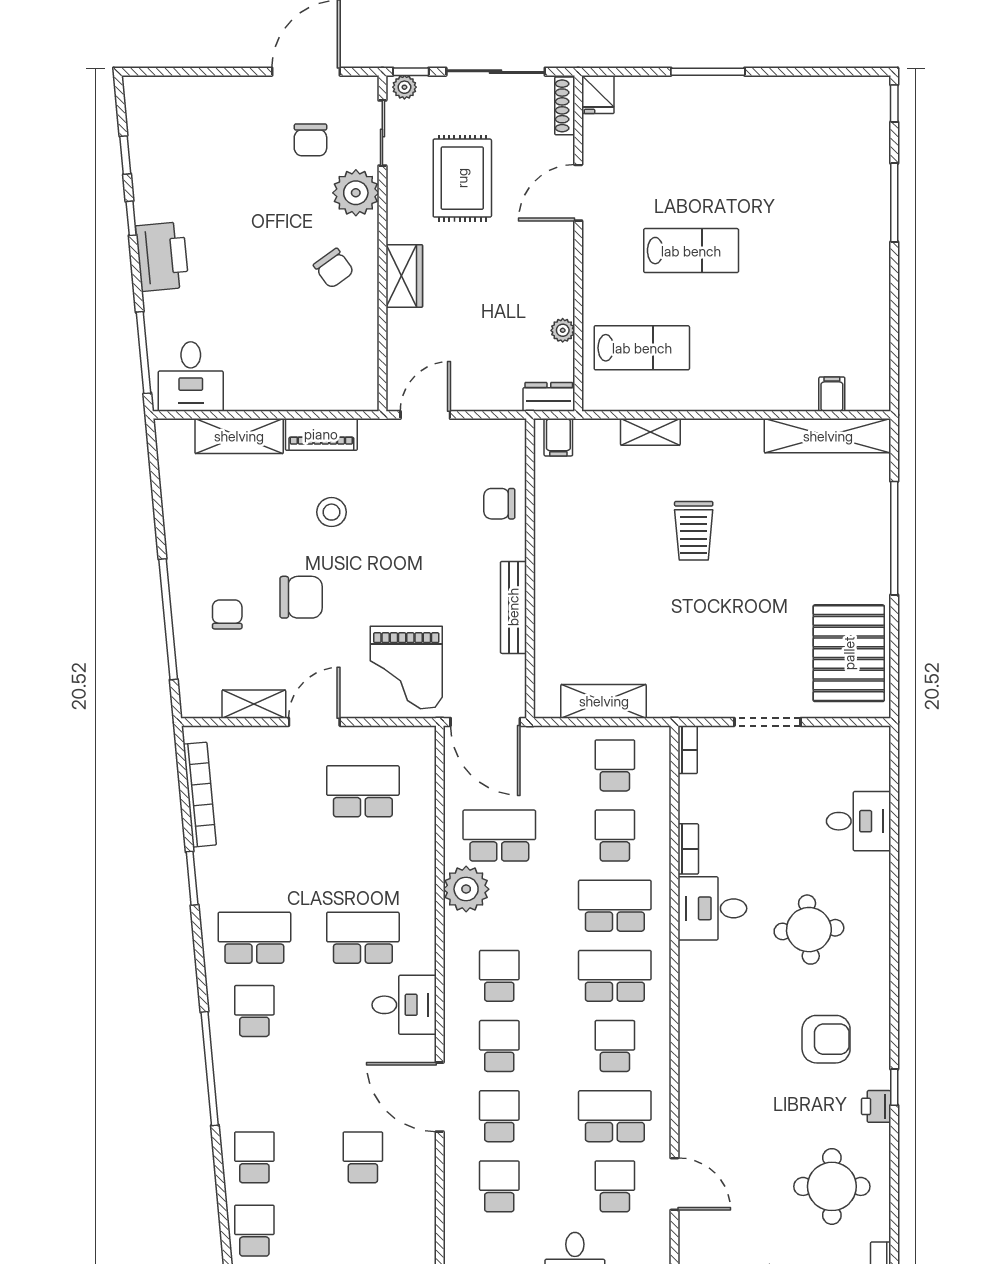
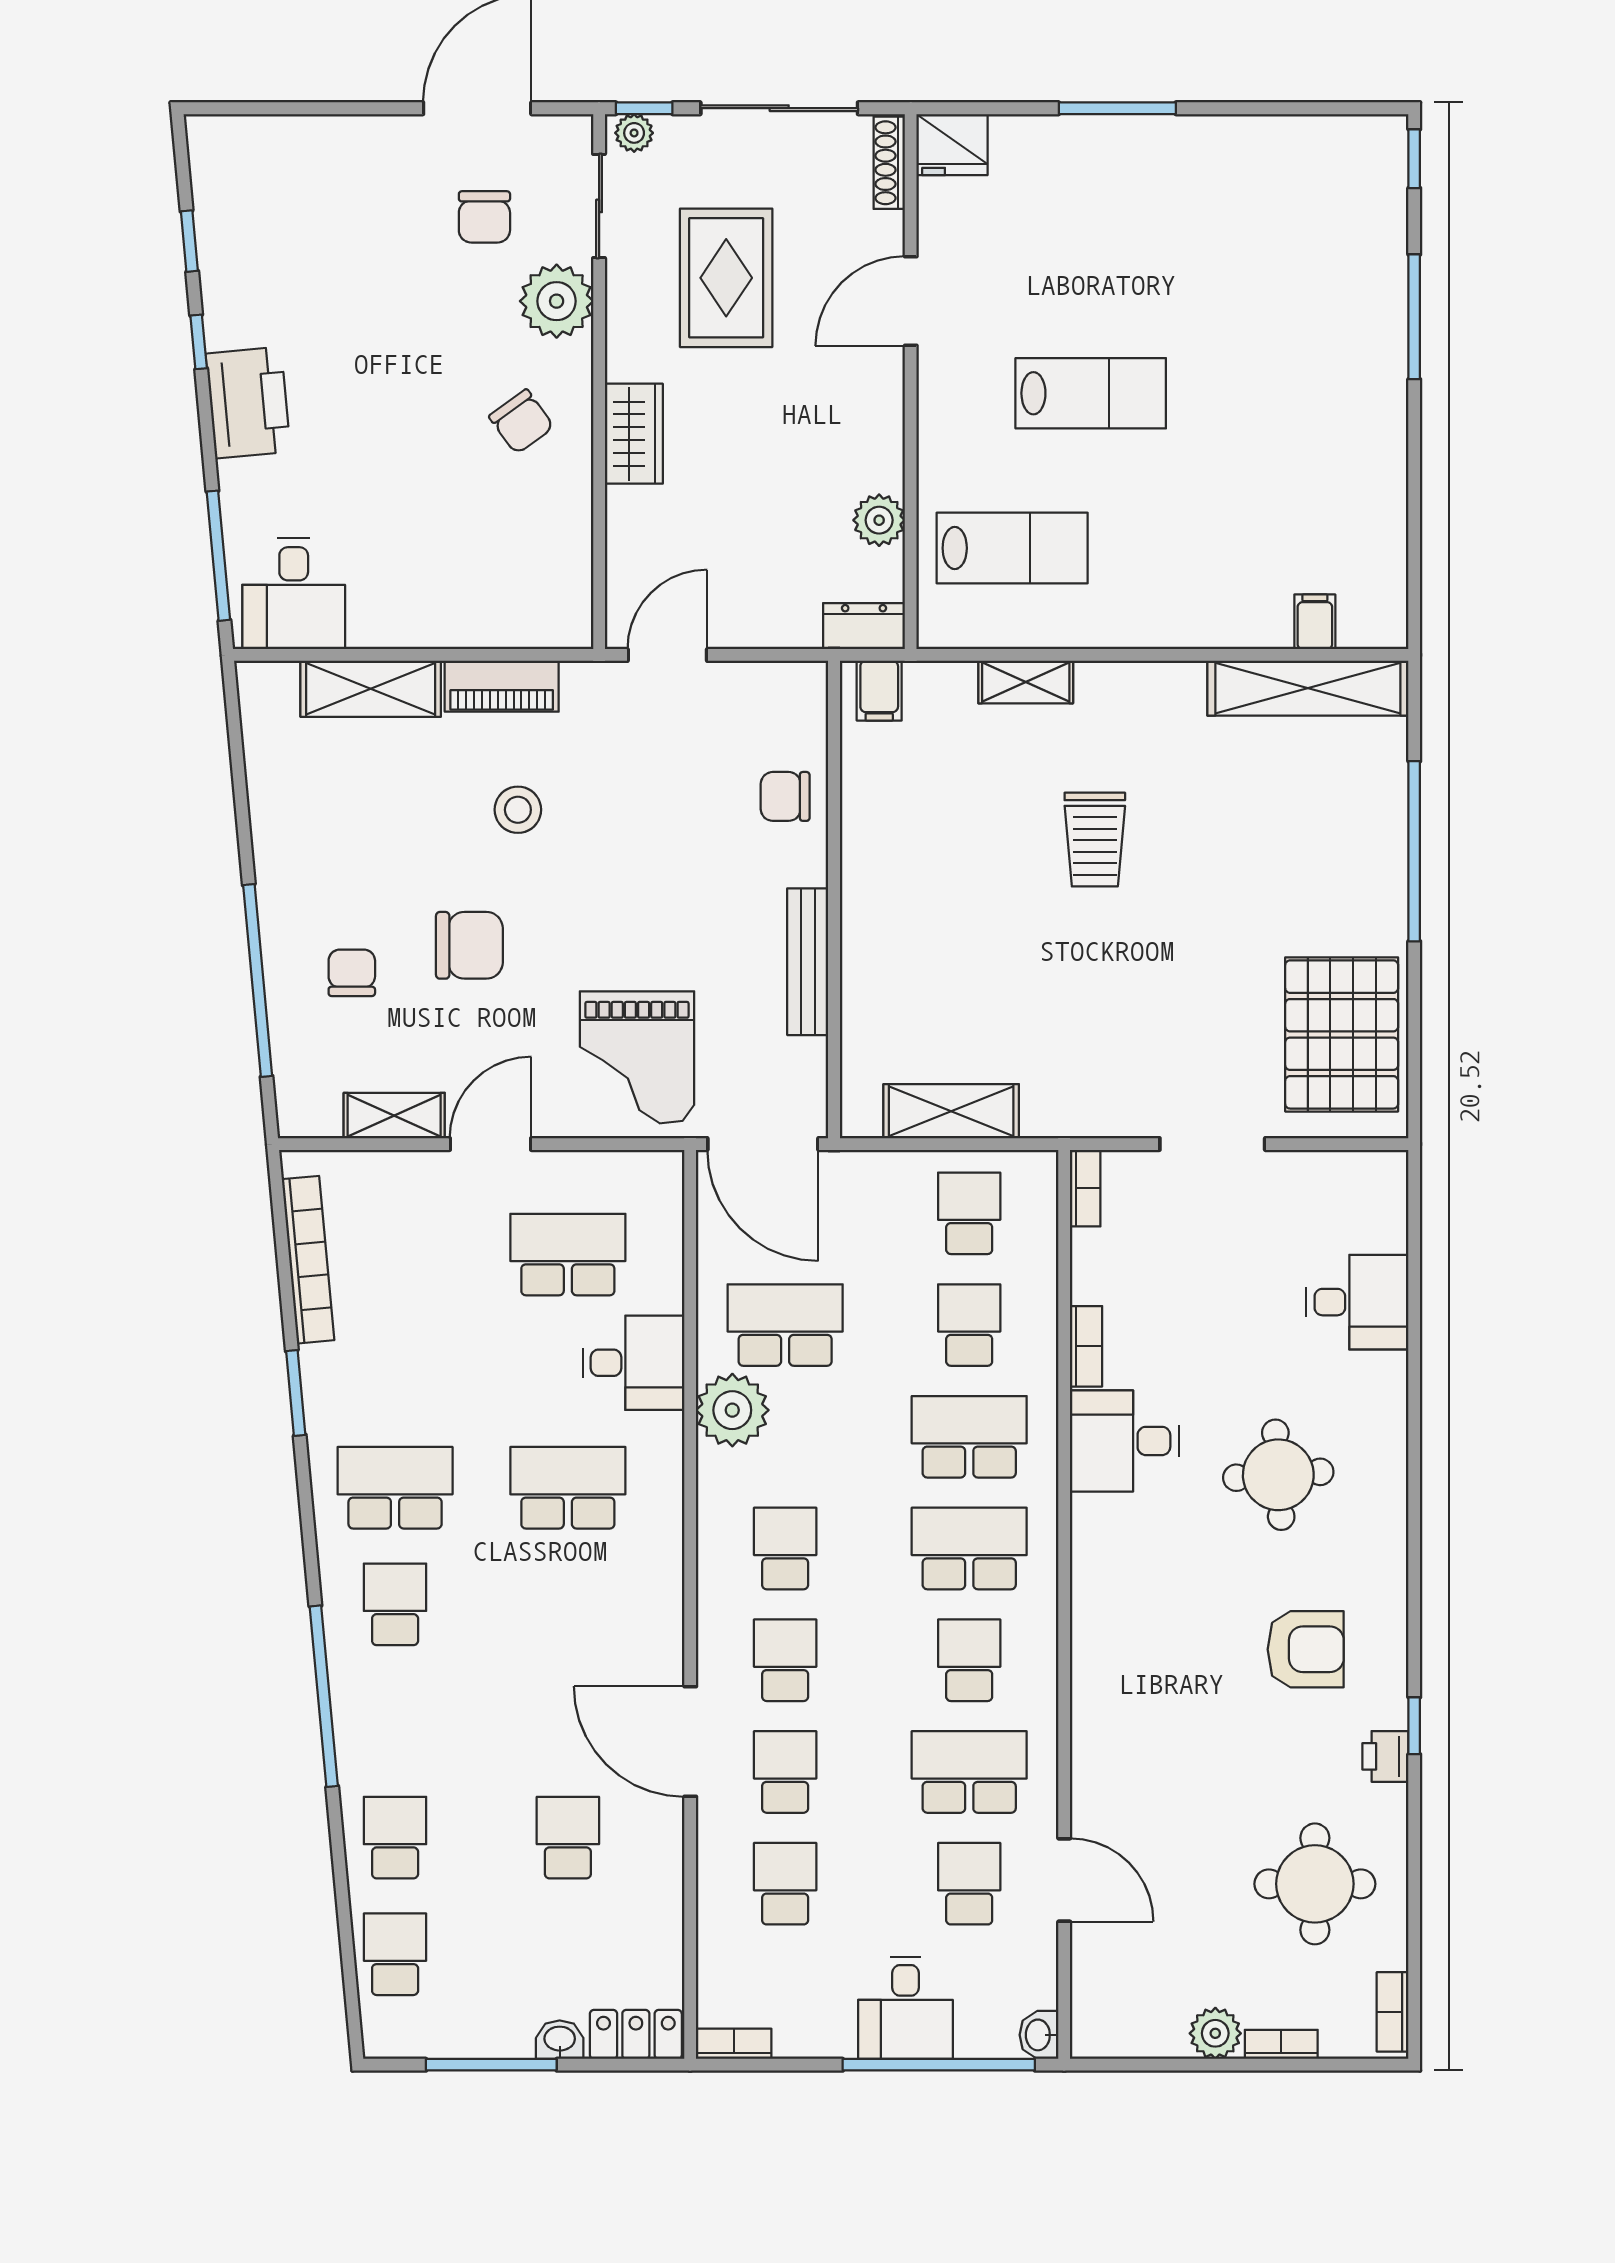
fridge: (598, 94) -> (952, 145), width x1.38
plant: (563, 330) -> (879, 520), width x1.38, depth x1.38
desk: (404, 1005) -> (633, 1363), moved

